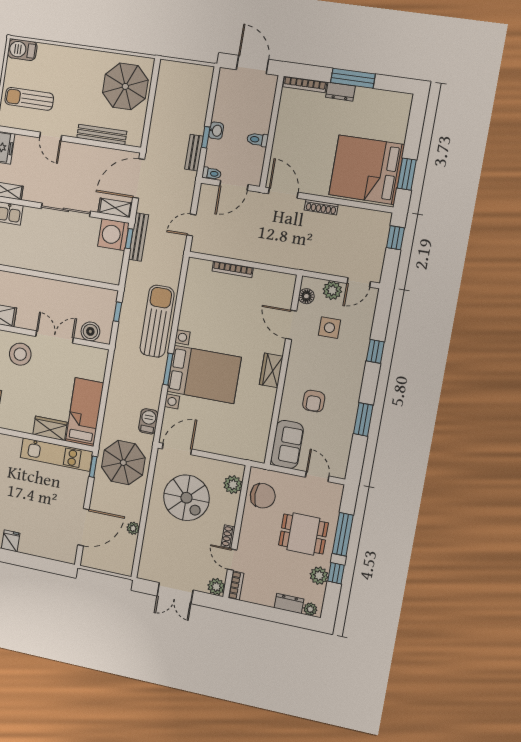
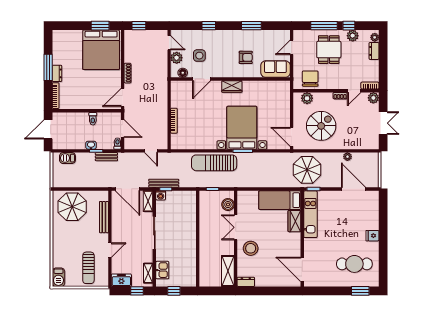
washing machine: (113, 235) -> (161, 195), width x0.53, depth x0.53
barbecue: (148, 421) -> (67, 158), moved

